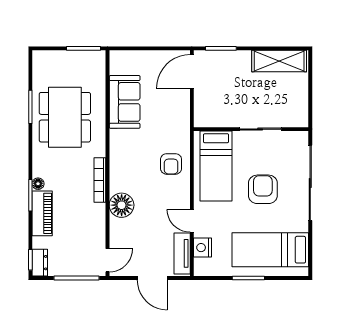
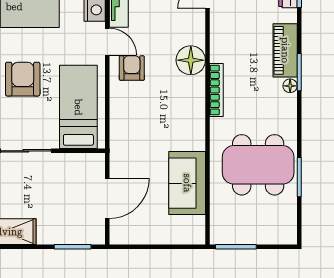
door: (192, 72) -> (107, 198), moved
dining table: (65, 117) -> (258, 165), turned 90
armchair: (171, 164) -> (132, 68), moved
armchair: (263, 189) -> (23, 79), turned 180

